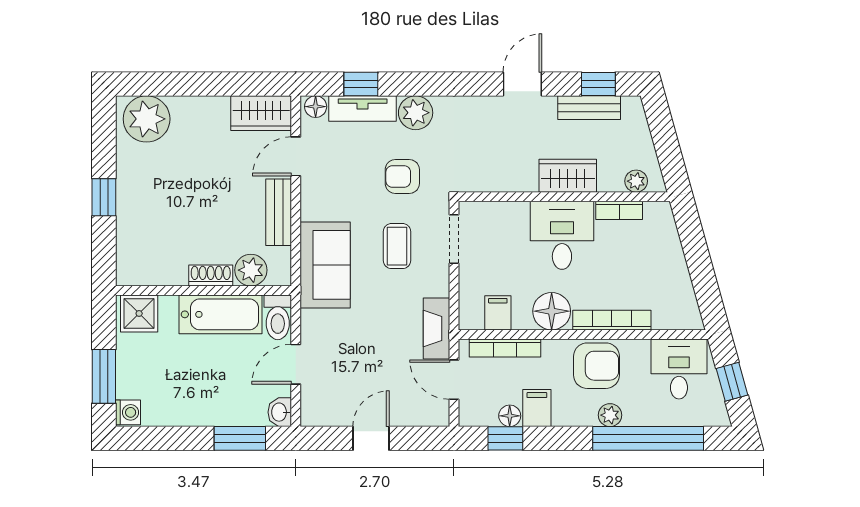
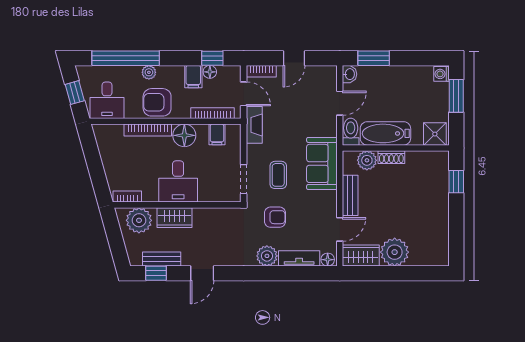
window: (361, 84) -> (300, 273), removed
plant: (147, 119) -> (395, 252), moved
plant: (636, 181) -> (139, 220), width x1.88, depth x1.88
window: (104, 197) -> (456, 182), moved
bookcase: (619, 210) -> (127, 197), moved
bookcase: (425, 417) -> (261, 71), added

